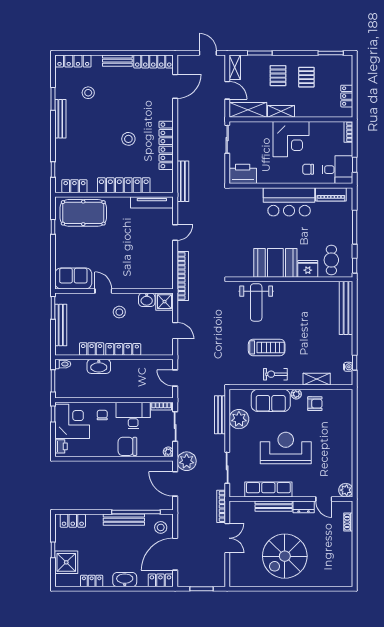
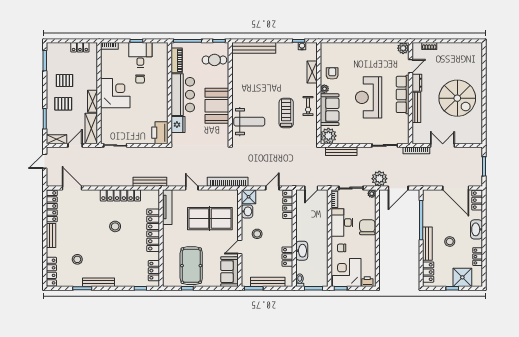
printer: (243, 174) -> (160, 133), moved
wall: (291, 186) -> (169, 93), moved
piano: (331, 194) -> (177, 60), moved
bar counter: (289, 202) -> (183, 95), moved
pool table: (83, 213) -> (191, 266), moved
table tennis table: (138, 255) -> (210, 219), added
fridge: (308, 269) -> (178, 125), moved, turned 180
locker: (123, 349) -> (288, 204), moved
plant: (239, 419) -> (328, 136), moved
chair: (127, 446) -> (367, 227), turned 180
row of seats: (268, 489) -> (403, 94), moved
bench: (124, 520) -> (427, 244), moved
stool: (161, 527) -> (450, 242), moved

